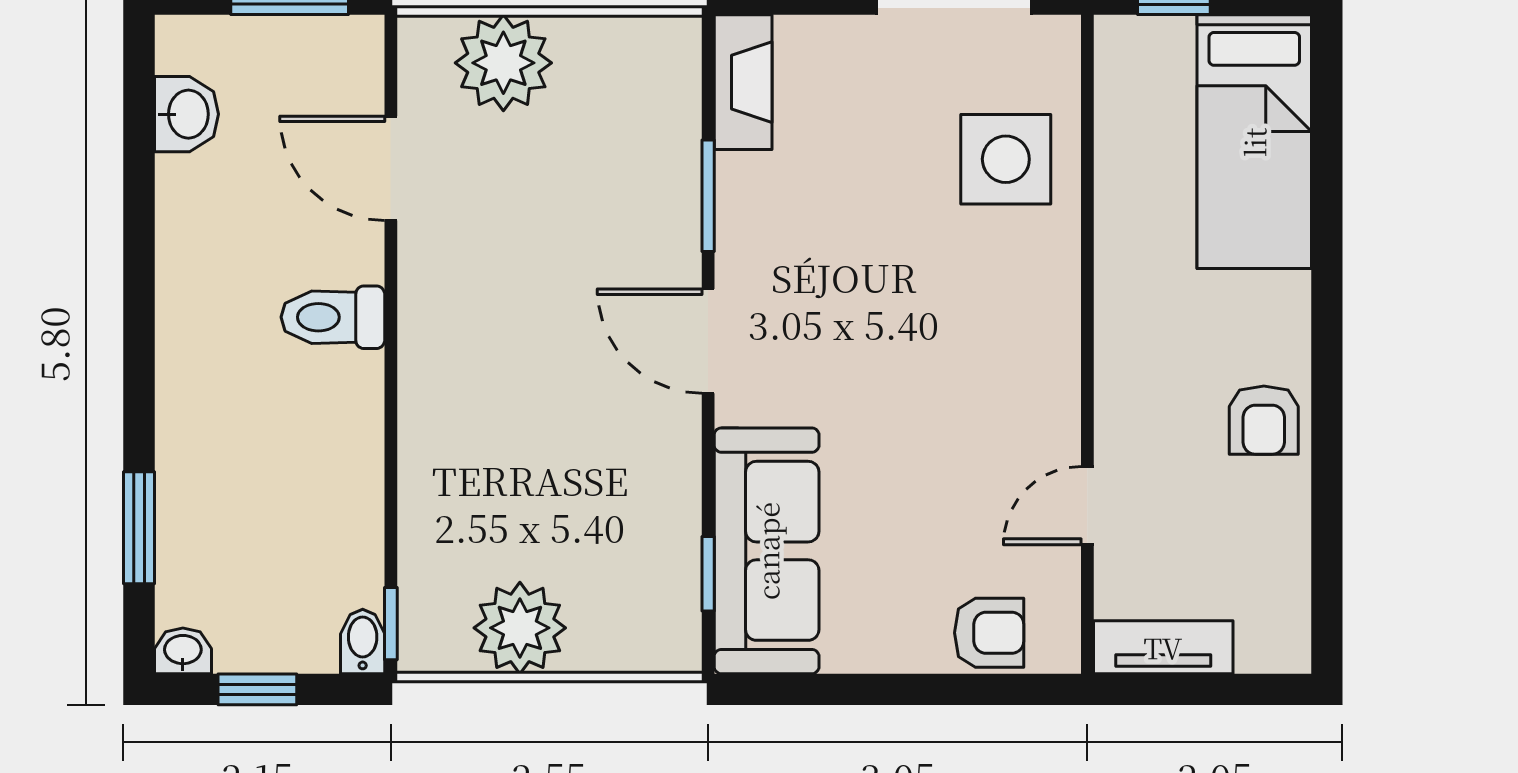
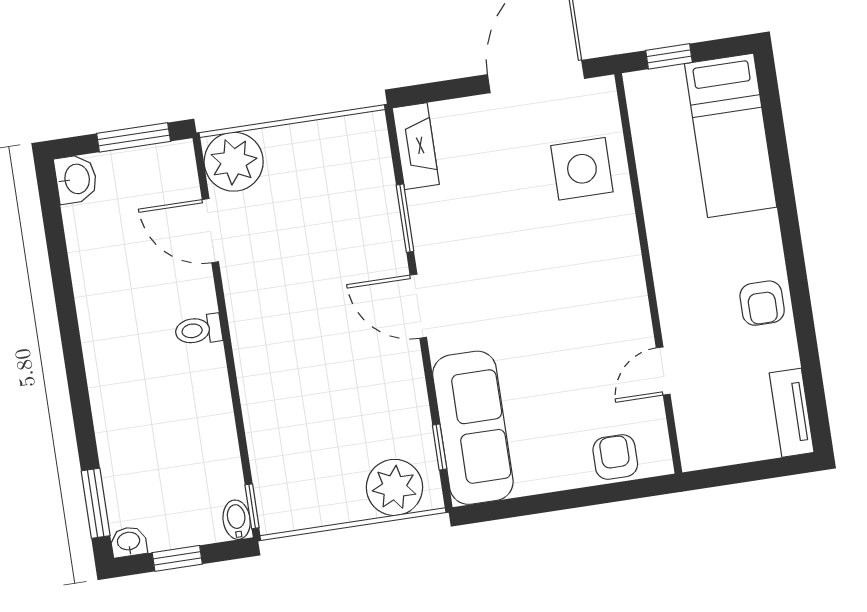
plant: (503, 63) -> (234, 162), moved
washbasin: (186, 114) -> (76, 179), moved
toilet: (333, 317) -> (198, 330), width x0.73, depth x0.72
window: (139, 528) -> (96, 503), moved
plant: (520, 628) -> (394, 487), moved
armchair: (989, 633) -> (615, 457), turned -90
tv unit: (1163, 647) -> (792, 413), moved, turned -90

